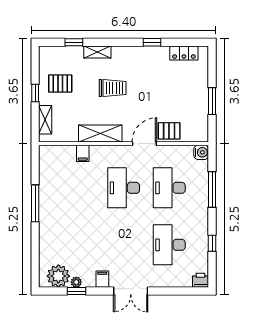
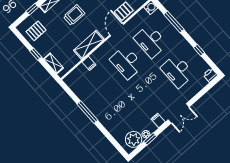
pallet: (60, 84) -> (36, 31), moved

